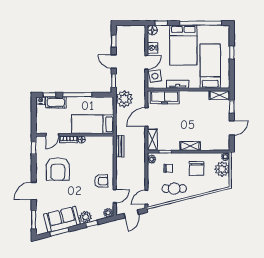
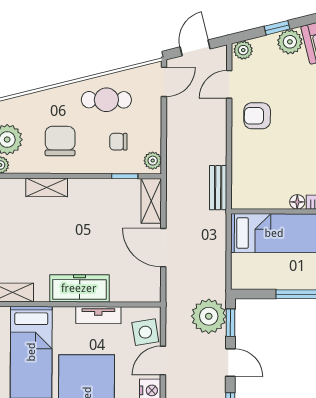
freezer: (165, 97) -> (79, 288), moved
plant: (124, 99) -> (209, 316), moved
door: (146, 117) -> (163, 248), swing flipped
shelving: (190, 146) -> (47, 187), moved

